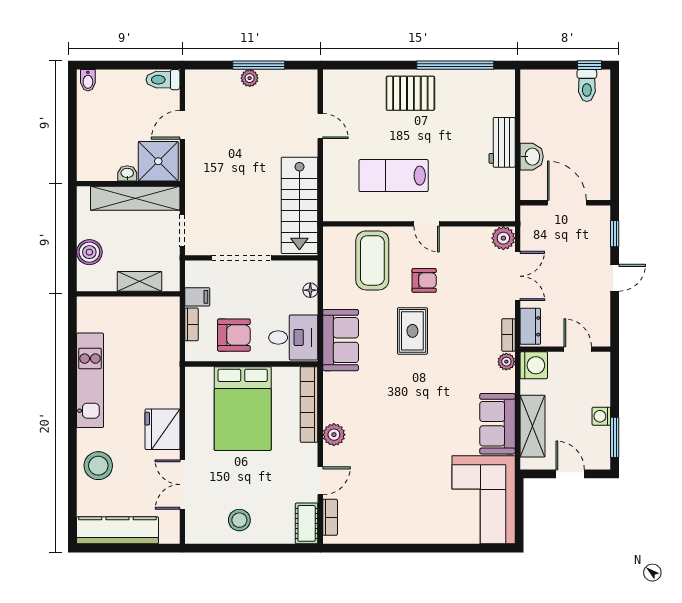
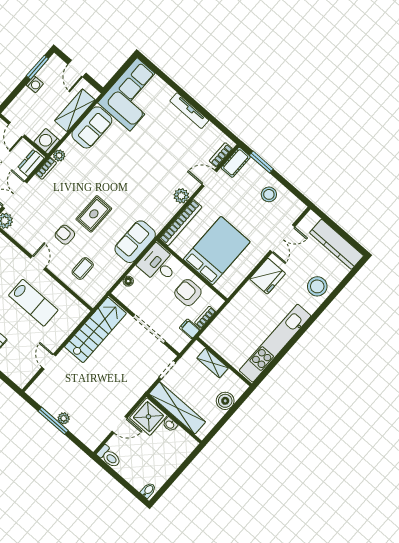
coffee table: (372, 260) -> (83, 268), width x0.54, depth x0.58
kitchen unit: (90, 380) -> (275, 343), width x1.36
tv unit: (407, 536) -> (189, 111), added
window: (279, 548) -> (261, 162), added

